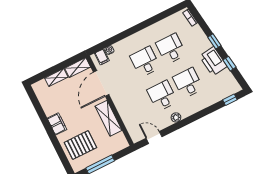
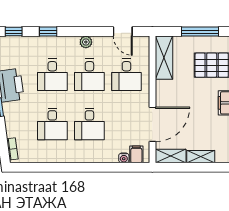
desk: (136, 109) -> (126, 75), added
window: (206, 112) -> (48, 32), added
shelving: (109, 118) -> (164, 58), moved

